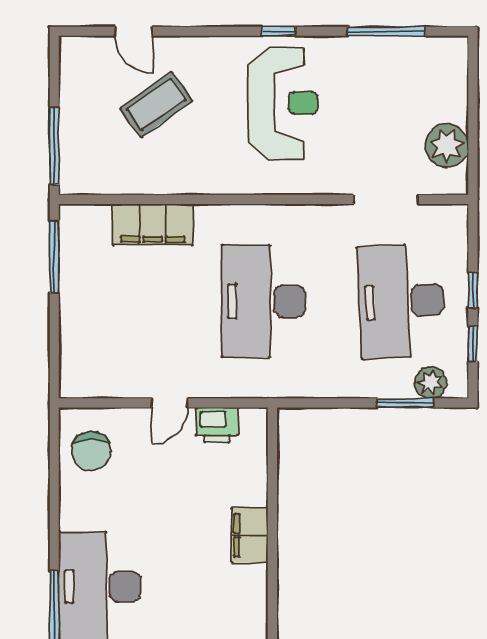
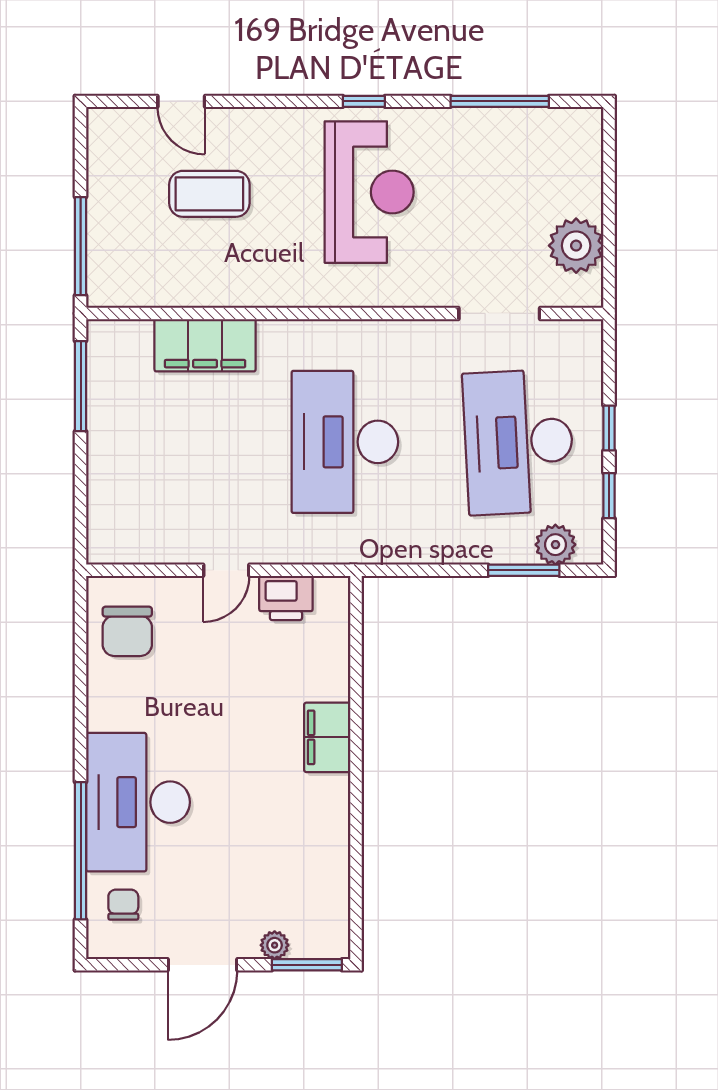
coffee table: (156, 105) -> (209, 194), turned 35

